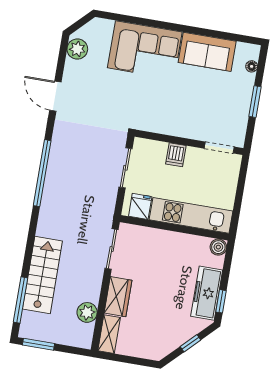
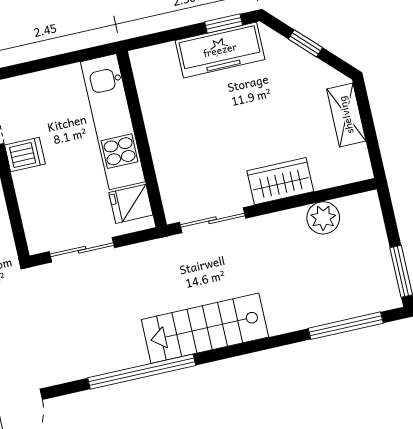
dishwasher: (176, 155) -> (25, 155), moved
boiler: (218, 247) -> (144, 61), removed
stairs: (42, 275) -> (205, 328), moved
shelving: (109, 334) -> (346, 115), moved, turned 90

